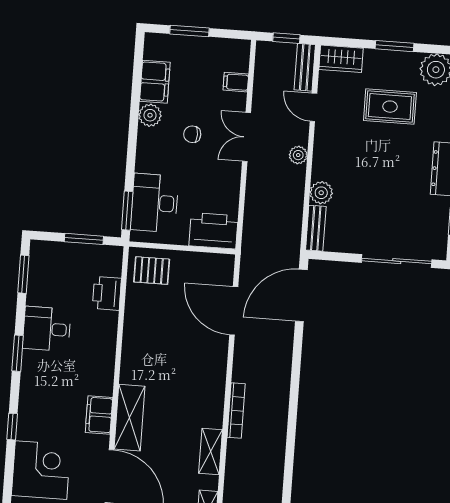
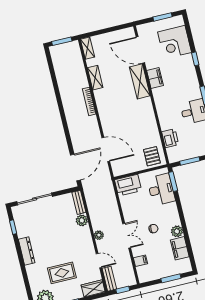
pallet: (152, 271) -> (152, 156), turned 90

